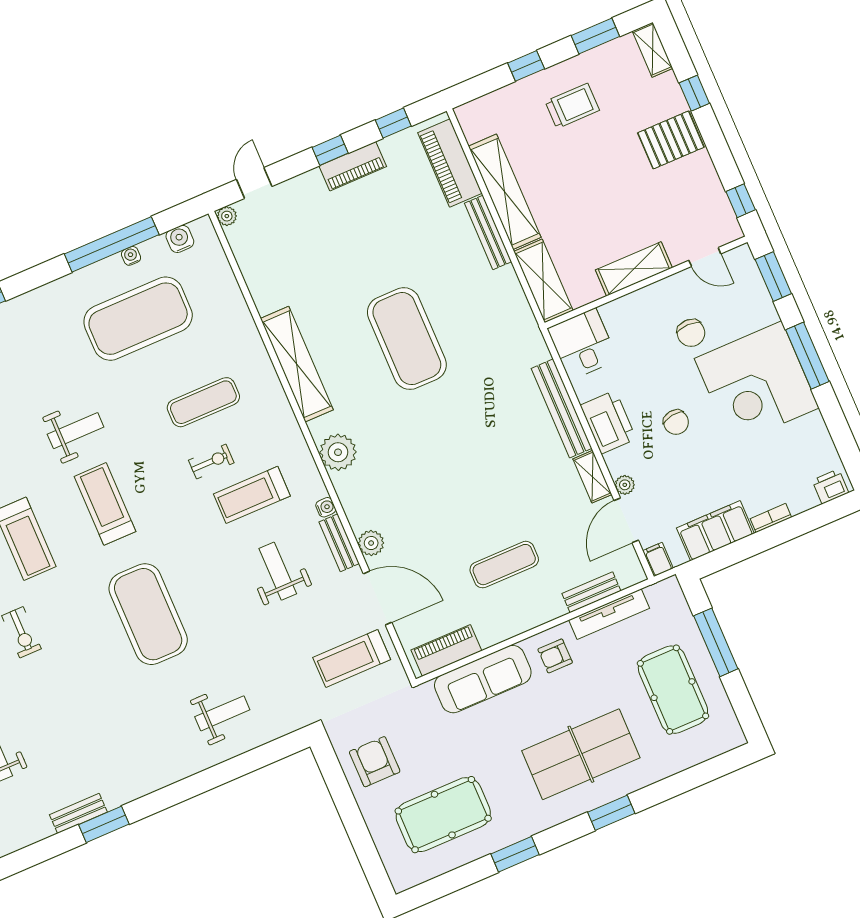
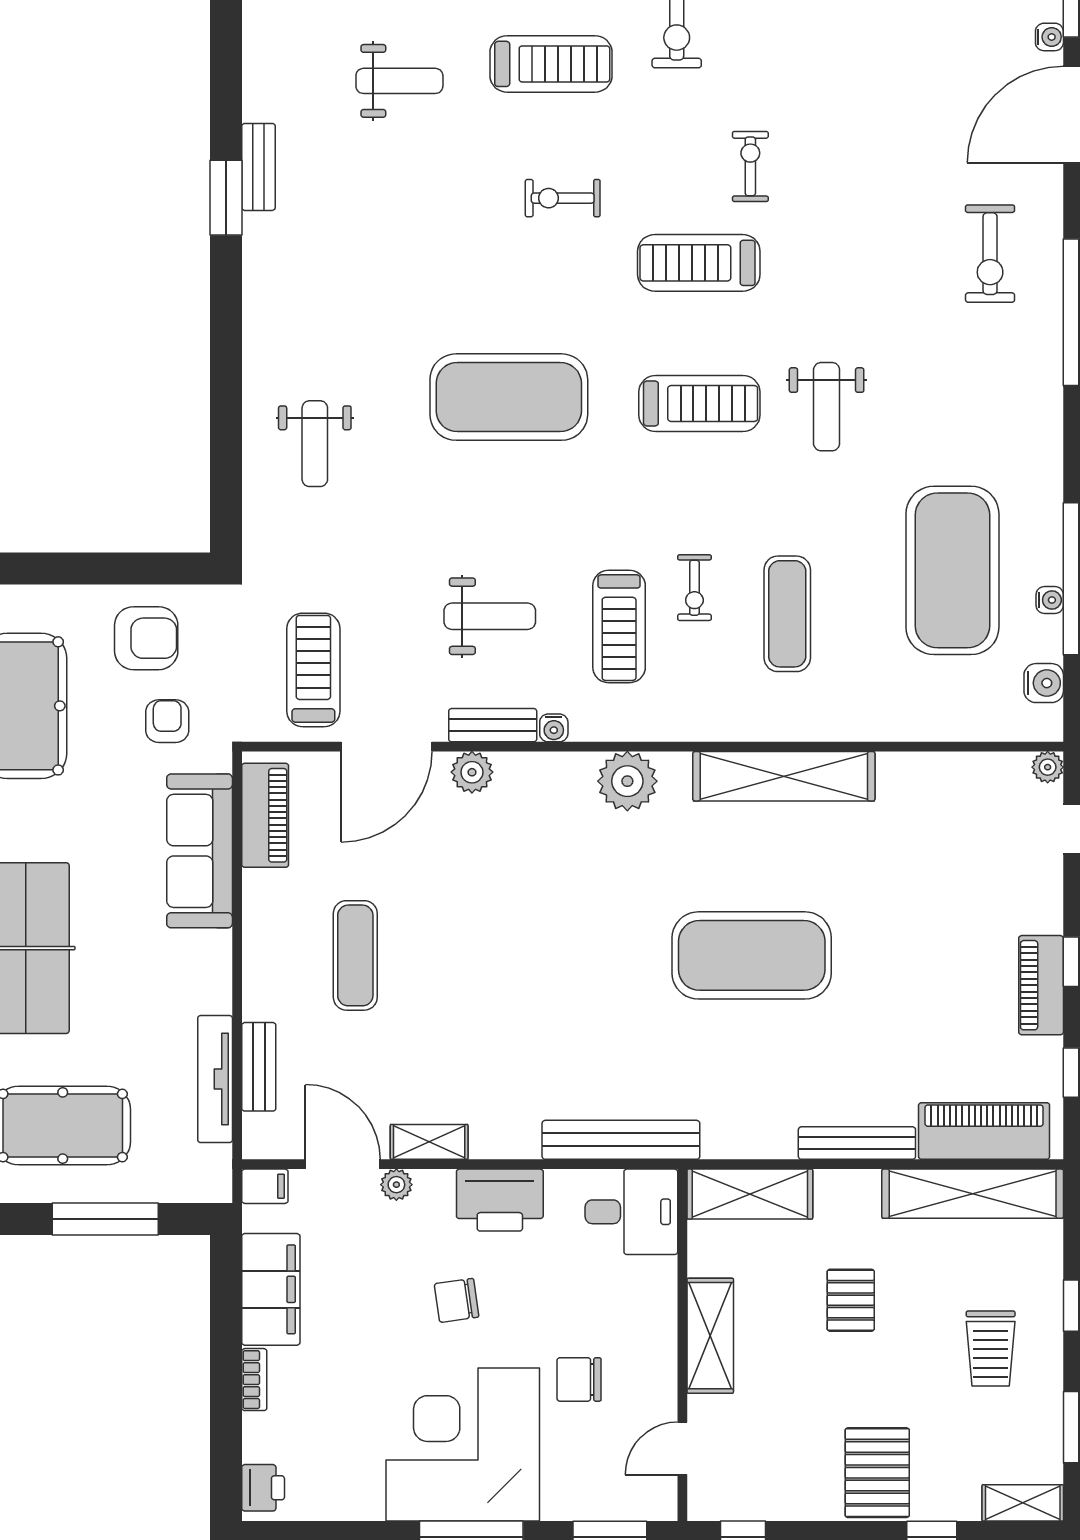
shelving: (505, 192) -> (973, 1194), moved
pallet: (579, 197) -> (851, 1300), added
bench: (562, 408) -> (621, 1140), moved
treadmill: (252, 495) -> (619, 626), turned 180
armchair: (555, 656) -> (167, 721), moved

